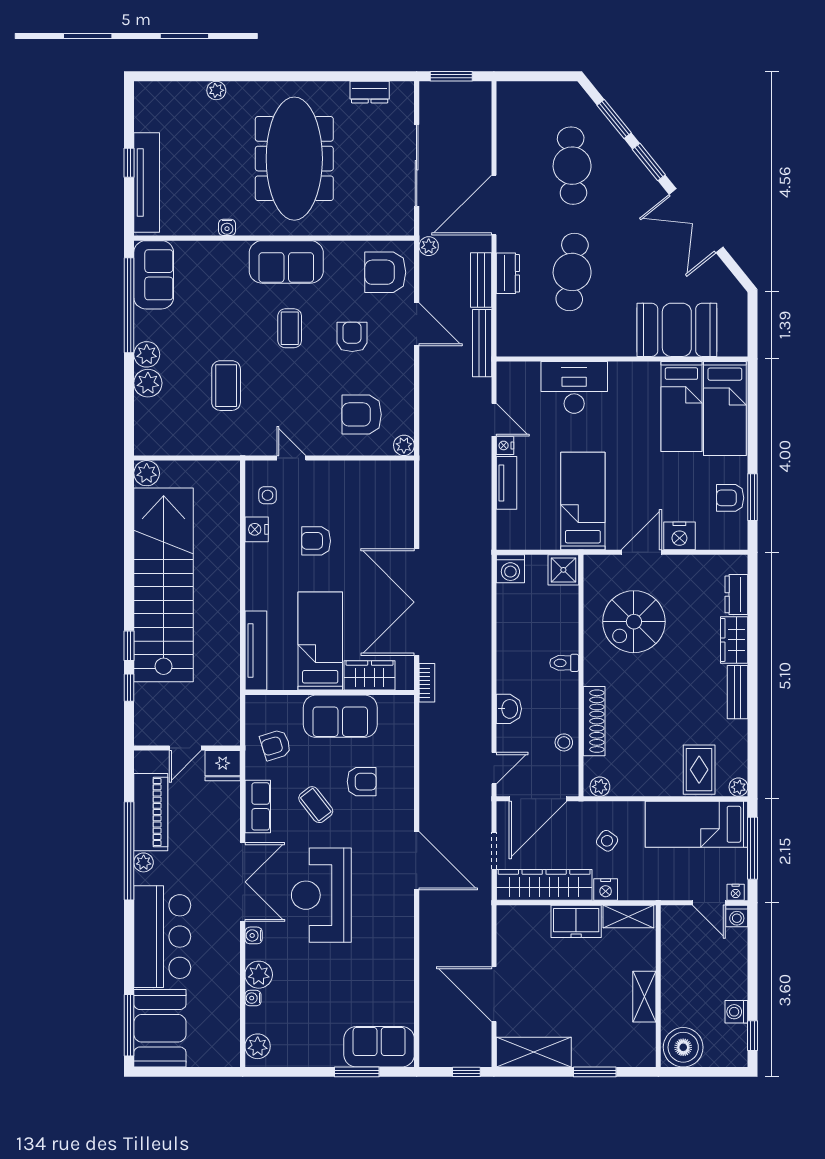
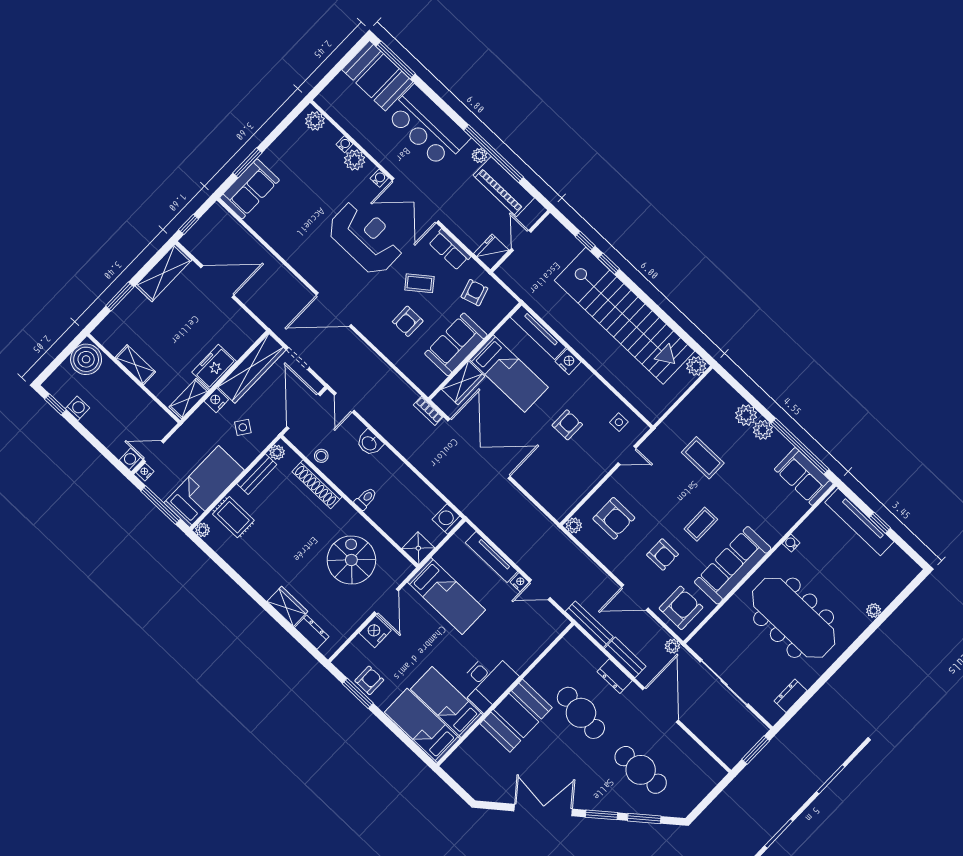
sofa: (286, 262) -> (733, 565), width x1.36
coffee table: (290, 328) -> (701, 524), turned 90
booth: (677, 330) -> (516, 716), moved
desk: (574, 387) -> (487, 681), moved
armchair: (362, 414) -> (614, 518), turned 90
tv unit: (507, 483) -> (492, 557), width x1.41
nightstand: (257, 529) -> (568, 362), moved
bench: (738, 692) -> (257, 474), moved, turned 90

